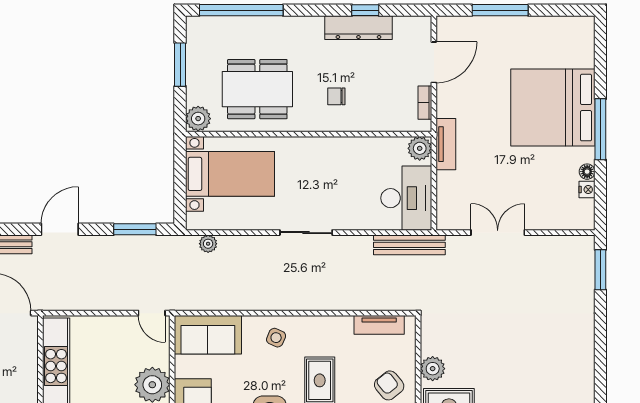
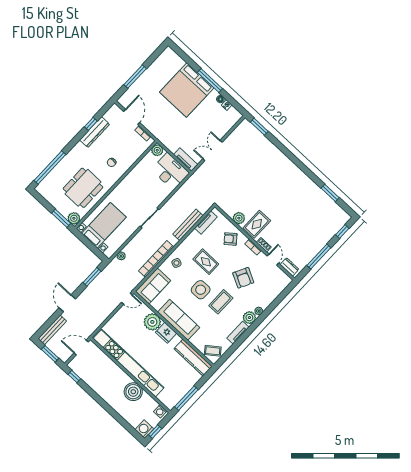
window: (180, 65) -> (61, 218), moved
tv unit: (446, 144) -> (186, 160), moved
bench: (409, 245) -> (188, 225), moved
bookcase: (253, 301) -> (156, 259), added

